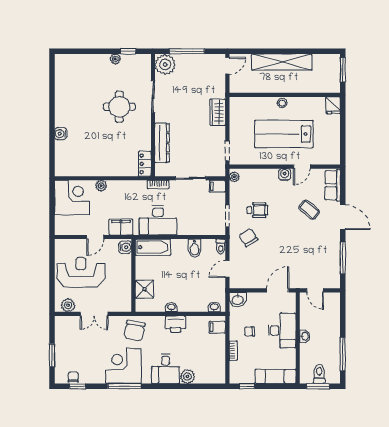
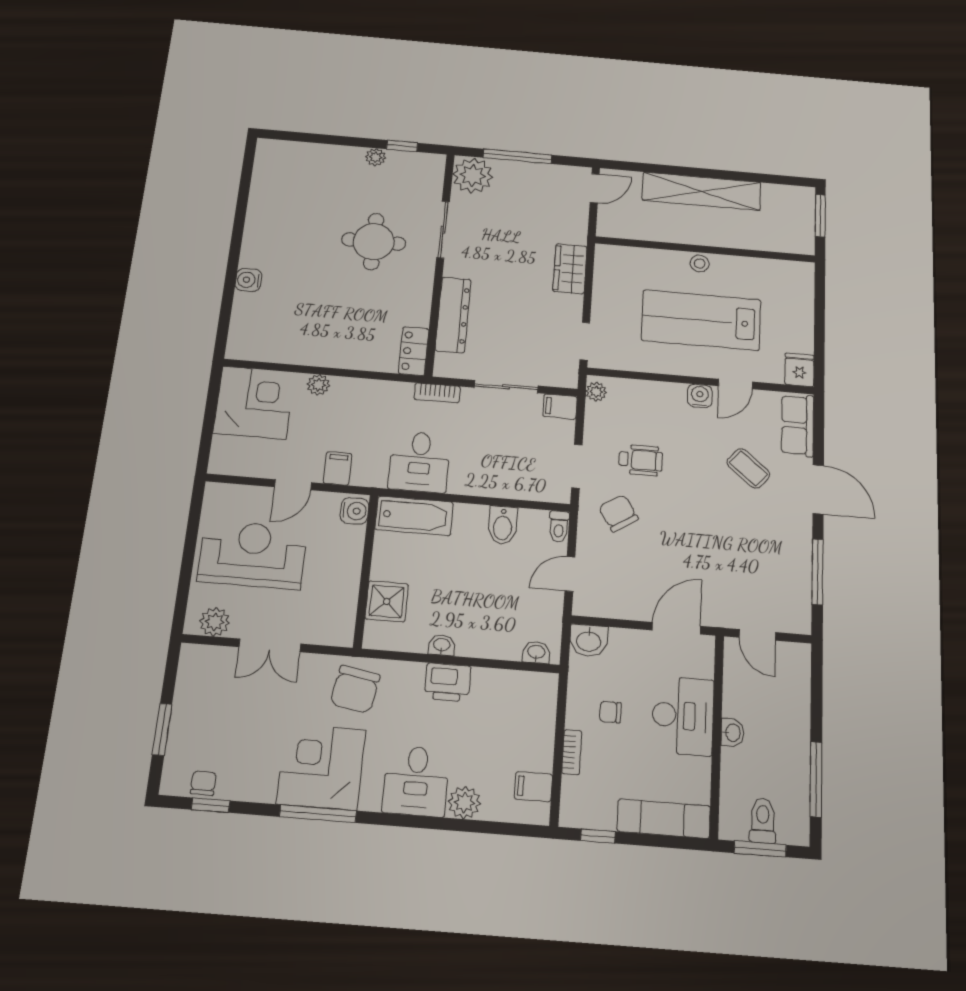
fridge: (333, 105) -> (799, 370), moved, turned 180
desk: (158, 220) -> (419, 462), width x0.73
filing cabinet: (121, 227) -> (338, 468), width x0.50
filing cabinet: (217, 327) -> (533, 787), moved

